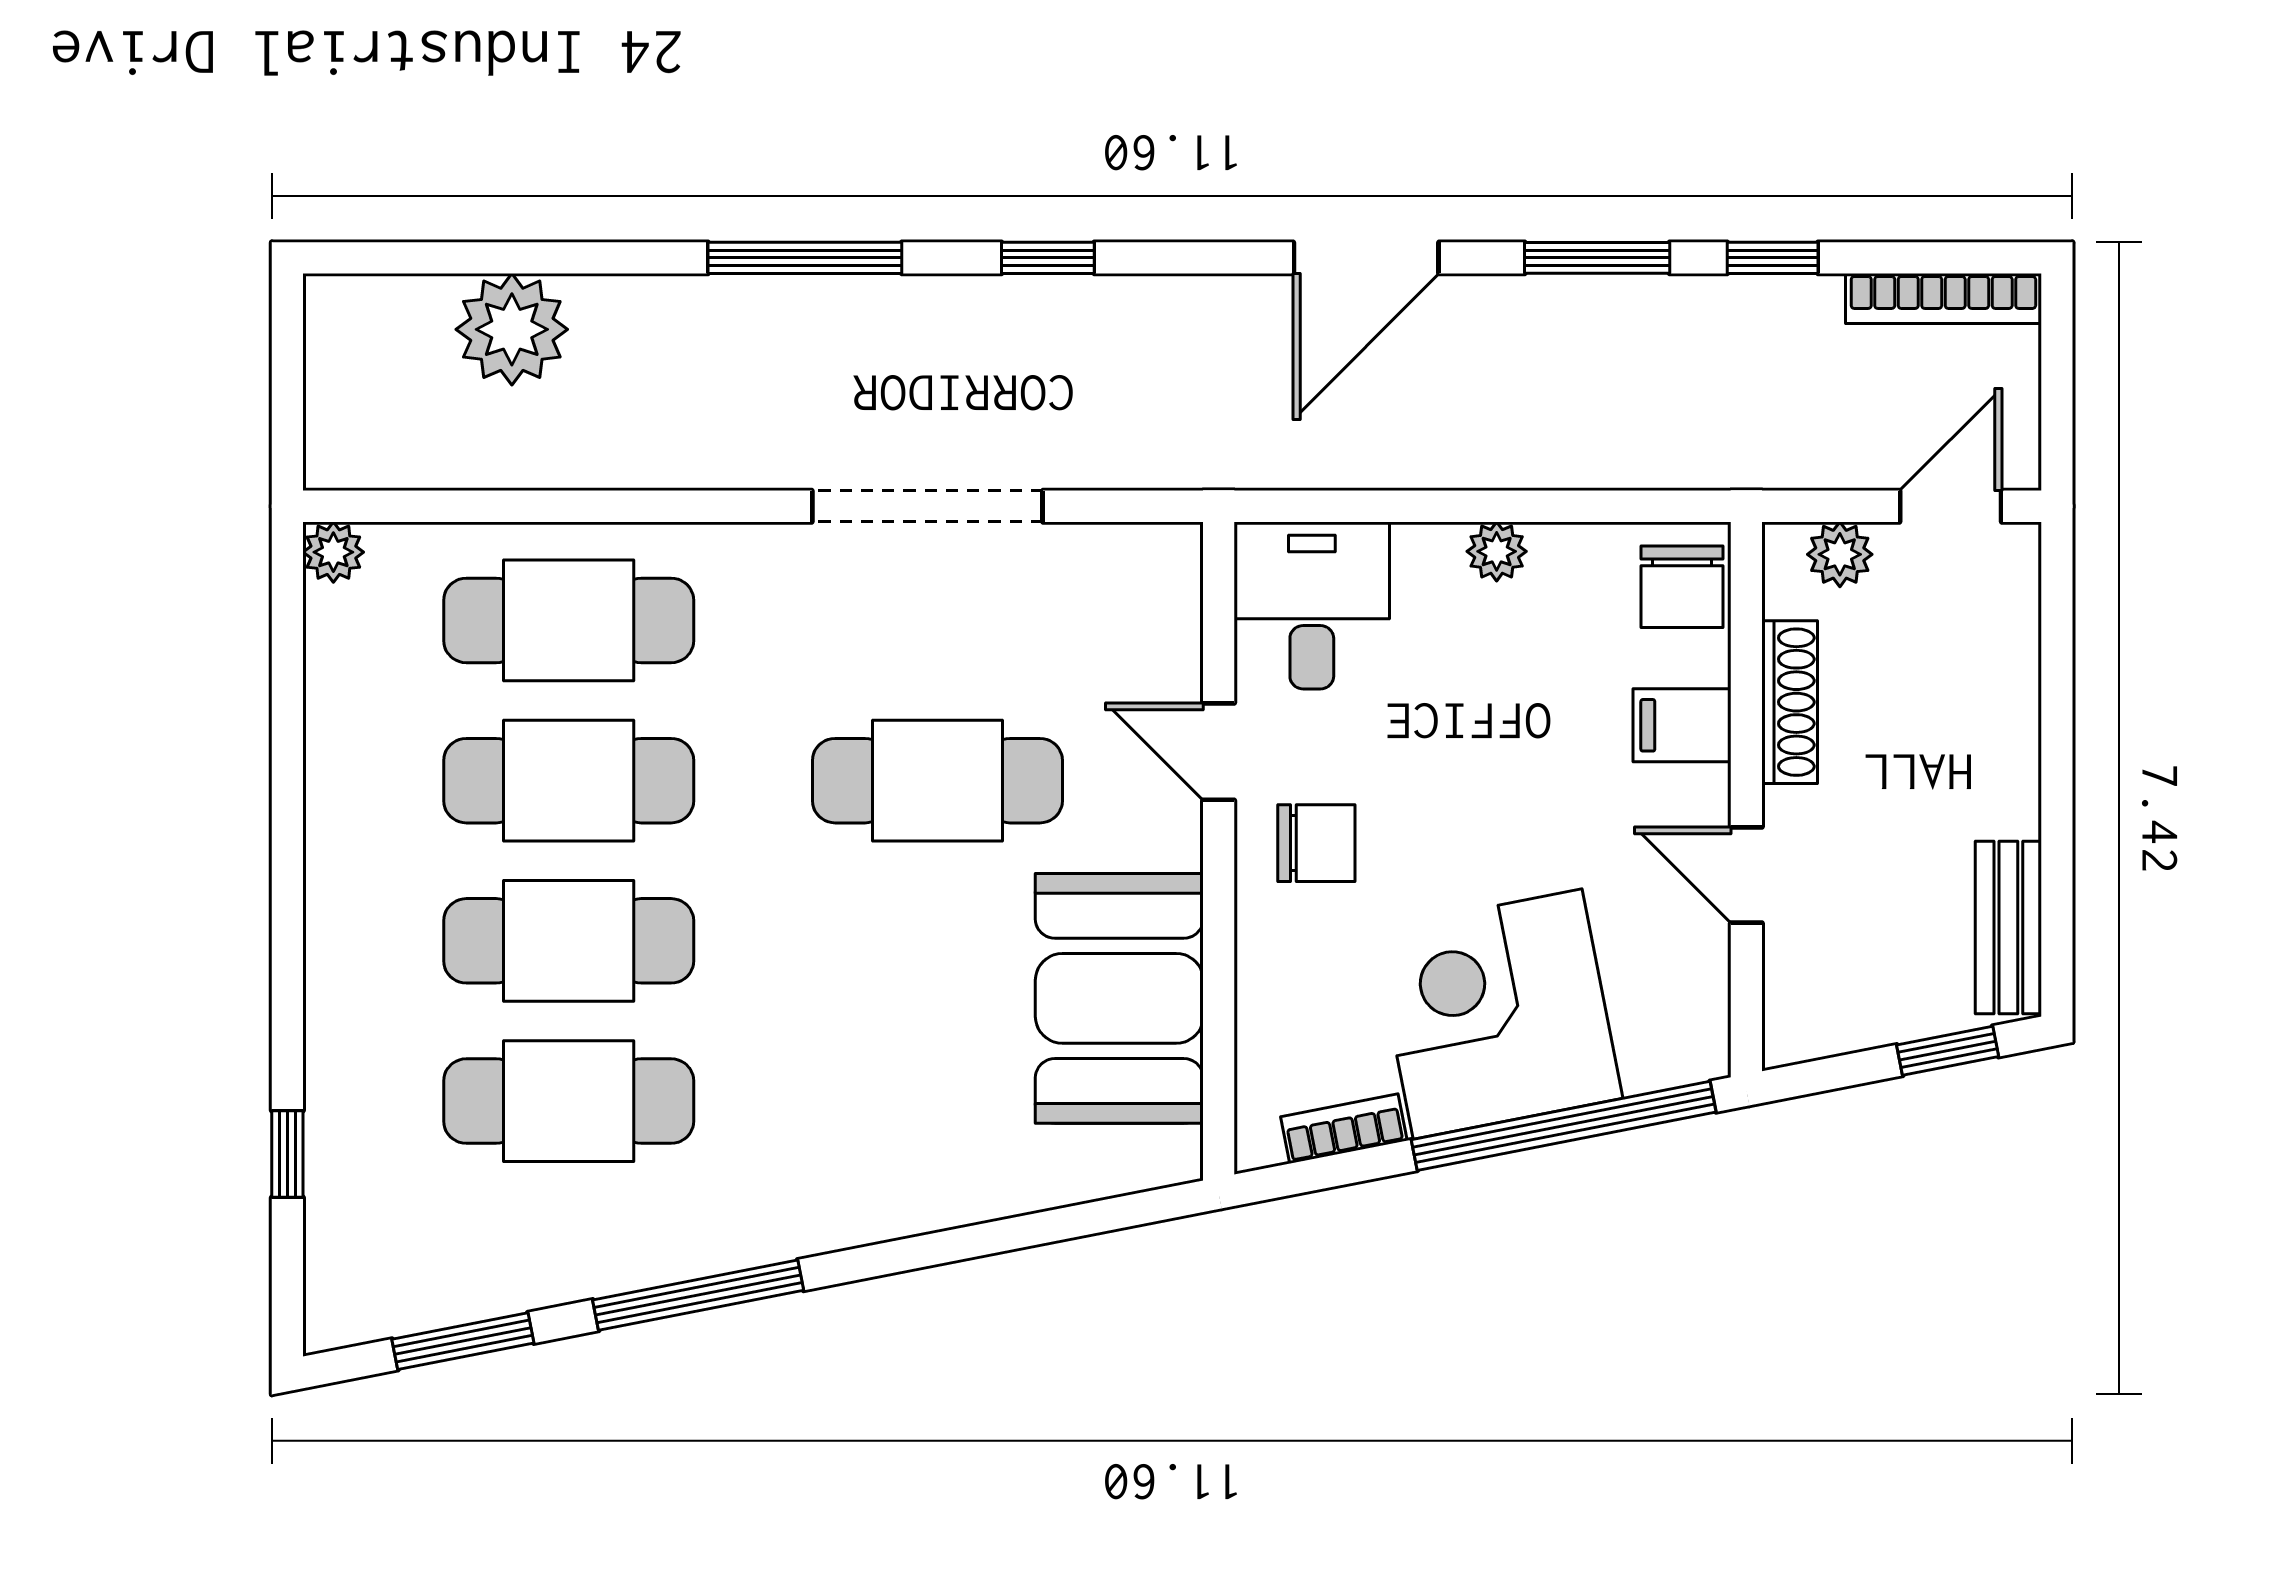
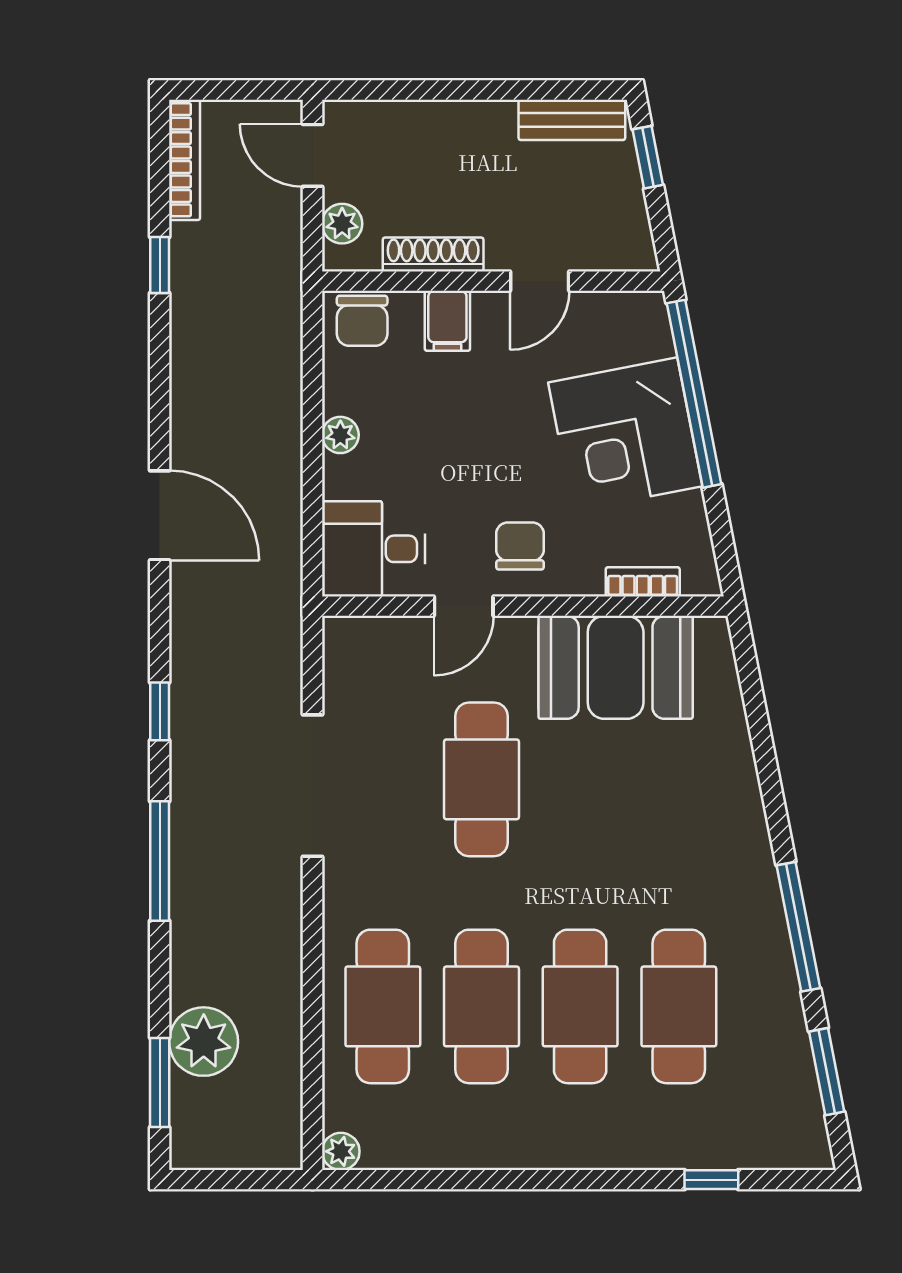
window: (1597, 258) -> (160, 1083), moved
chair: (1682, 587) -> (362, 321), turned 90
bookcase: (1344, 1129) -> (643, 582), moved, turned 101

